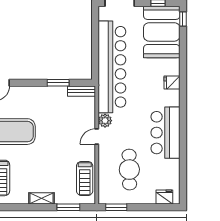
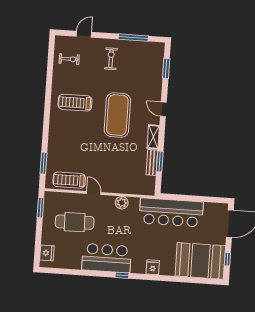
window: (183, 19) -> (122, 275), moved
bar counter: (112, 67) -> (171, 212), width x0.73
bench: (81, 91) -> (152, 162), moved
door: (97, 137) -> (94, 193), moved
shelving: (41, 198) -> (153, 137), moved

